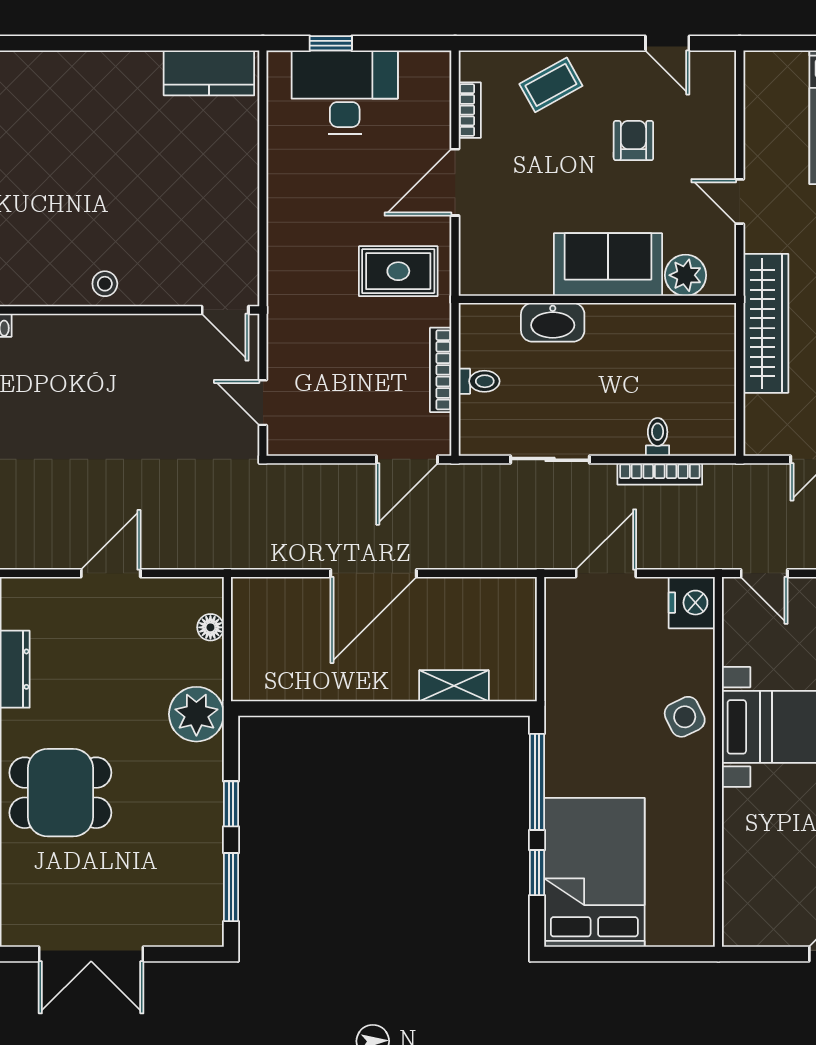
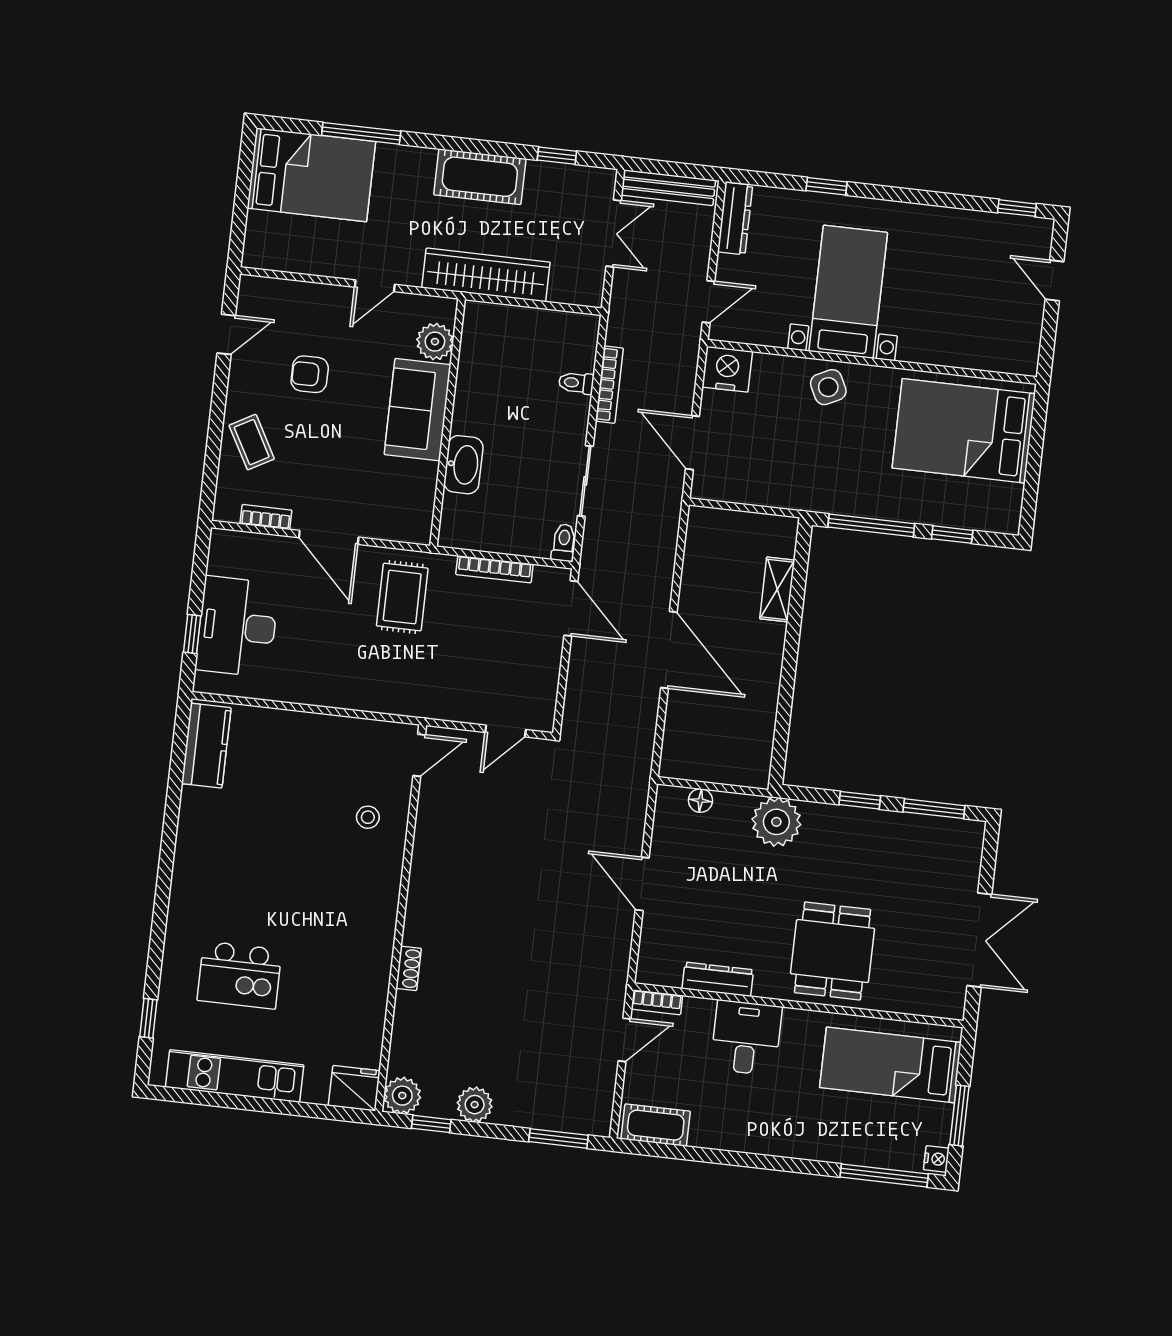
stool: (105, 284) -> (368, 817), moved
toilet: (479, 381) -> (564, 543), moved
bed: (594, 872) -> (964, 431), moved

